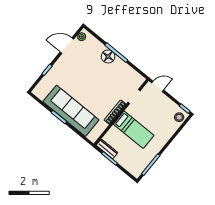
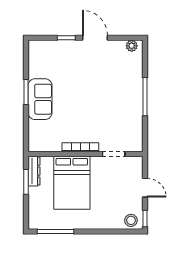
door: (67, 46) -> (95, 38), moved
floor lamp: (108, 56) -> (134, 91), removed
door: (158, 86) -> (145, 188), moved
sofa: (71, 111) -> (40, 99), width x0.54, depth x0.79
bed: (134, 130) -> (72, 183), width x1.50

